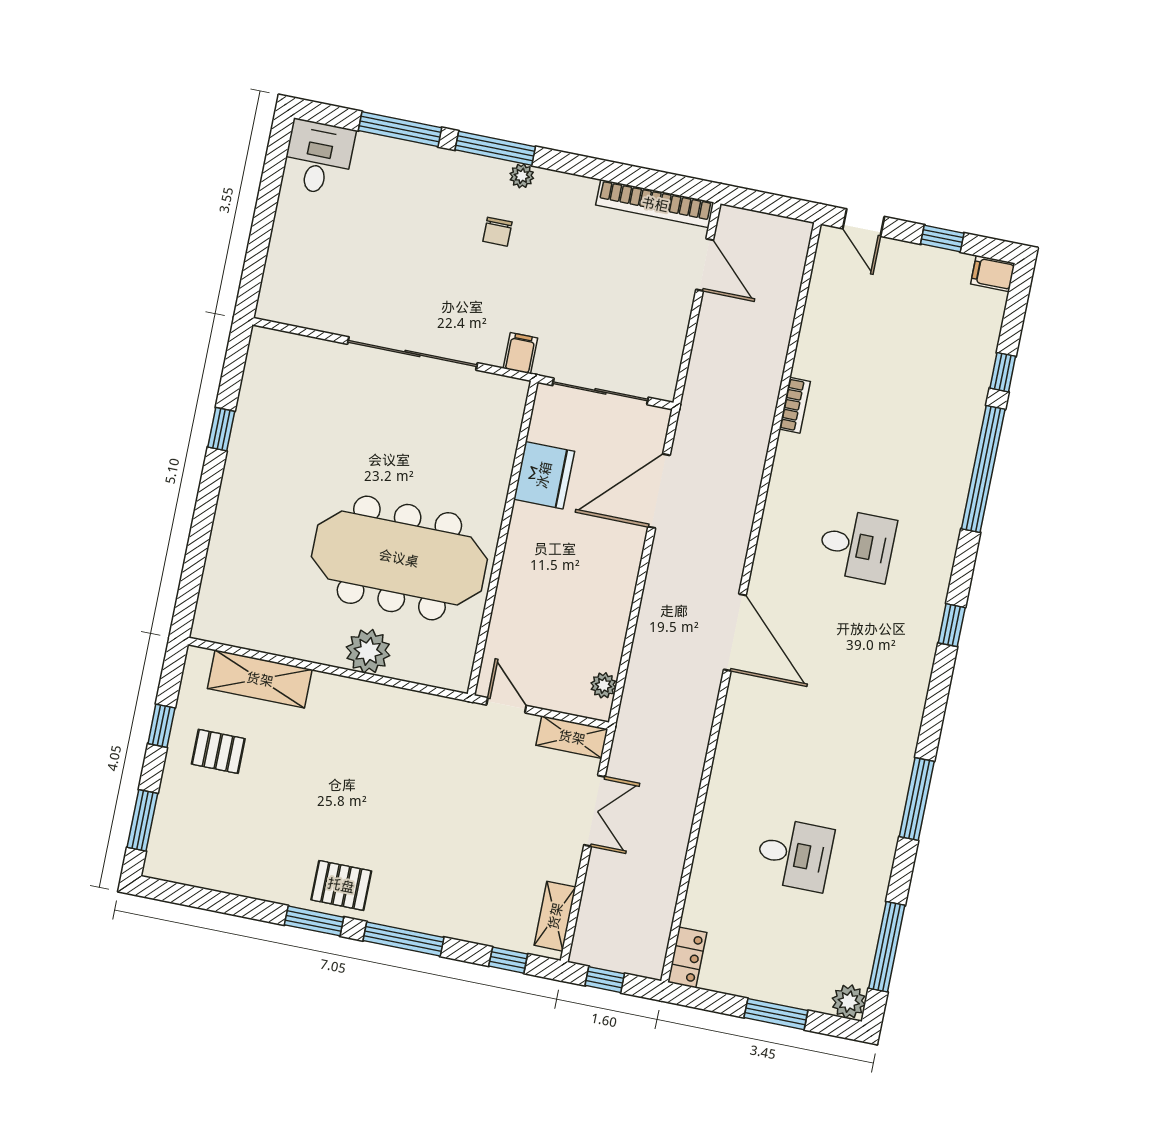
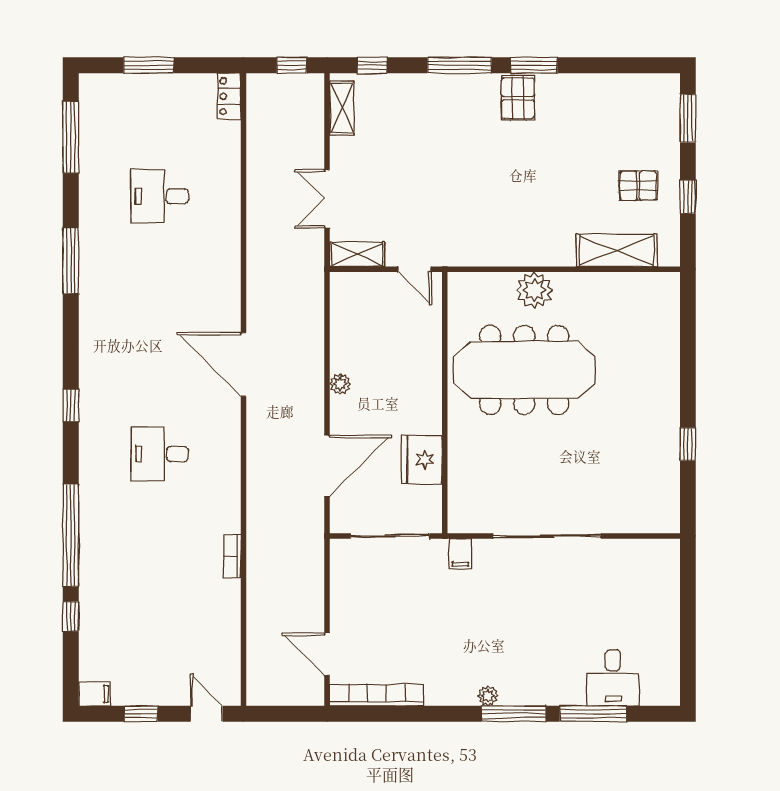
desk: (318, 158) -> (613, 678), moved
chair: (497, 232) -> (498, 647), removed
plant: (603, 685) -> (340, 384), moved
pallet: (341, 885) -> (518, 98), turned 90
plant: (849, 1002) -> (93, 87), removed

